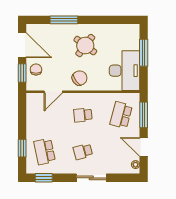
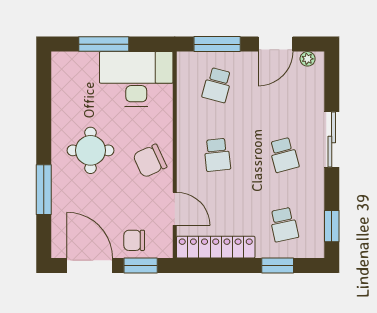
door: (22, 45) -> (90, 266), hinge flipped
round table: (85, 46) -> (91, 150), turned -37
chair: (80, 78) -> (150, 161), turned -79
locker: (32, 114) -> (216, 247), added
school desk: (121, 115) -> (217, 85), width x0.54
school desk: (45, 152) -> (284, 225), width x0.54

